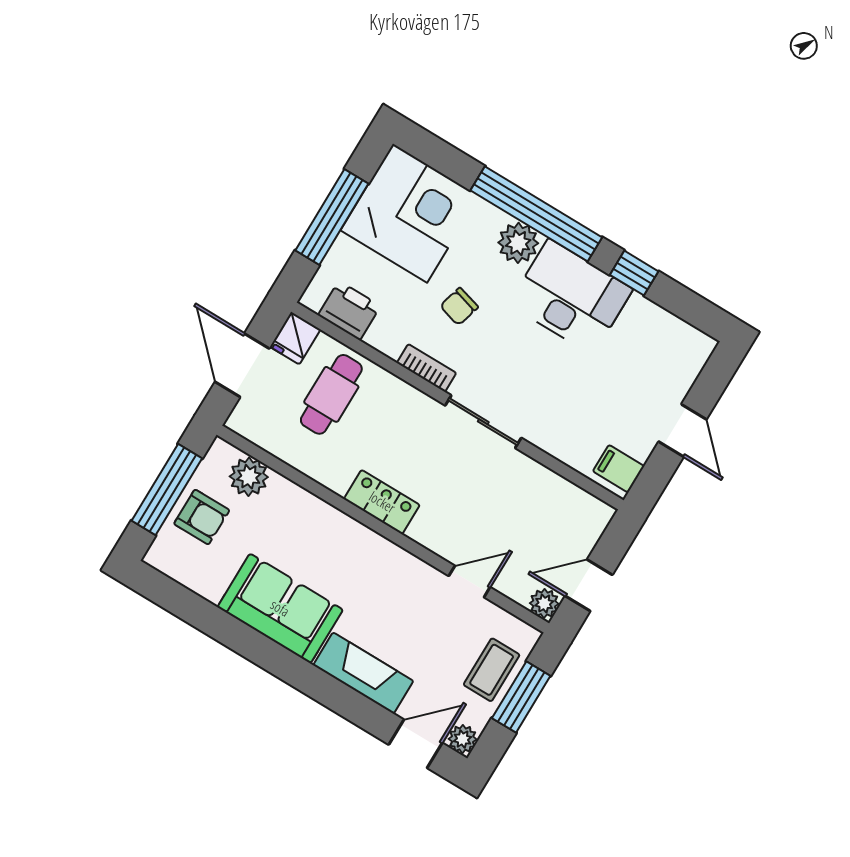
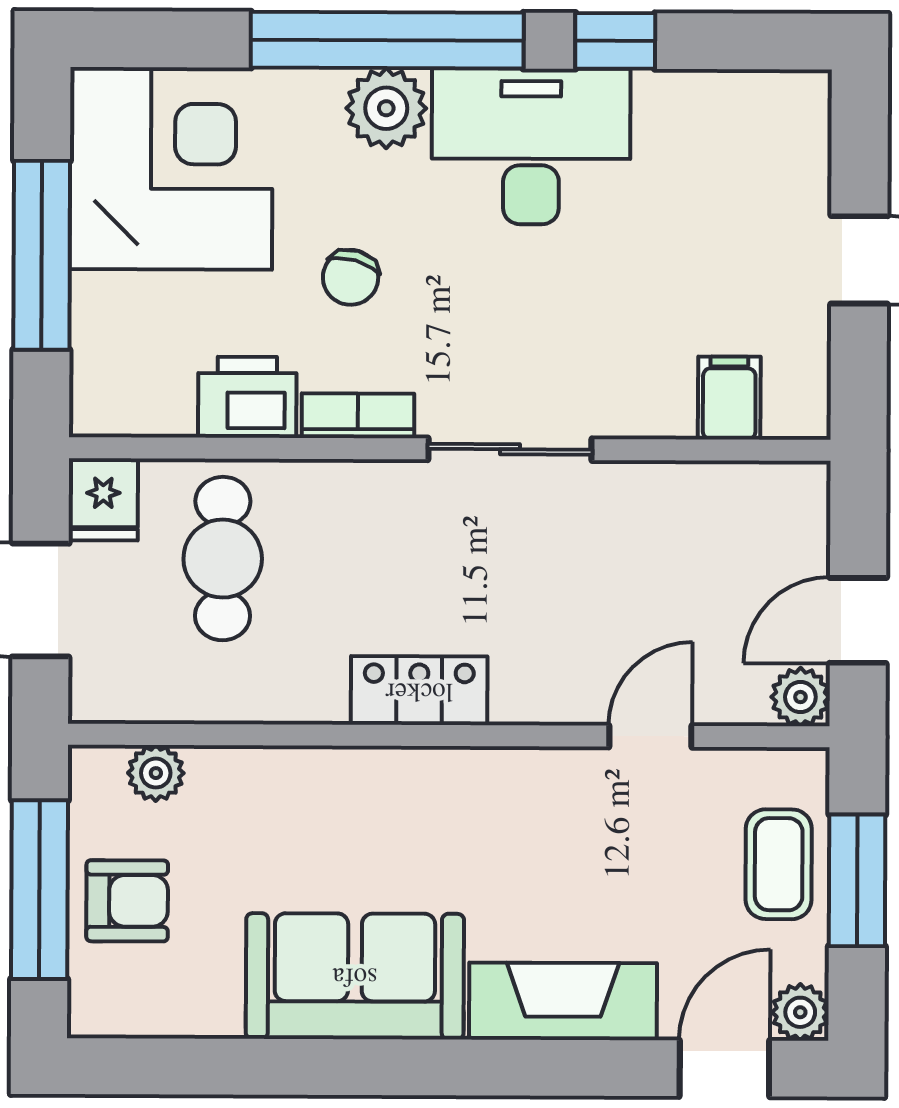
printer: (349, 311) -> (247, 397), moved
filing cabinet: (619, 469) -> (729, 398), moved, turned 90
plant: (249, 477) -> (156, 773), width x0.73, depth x0.73

